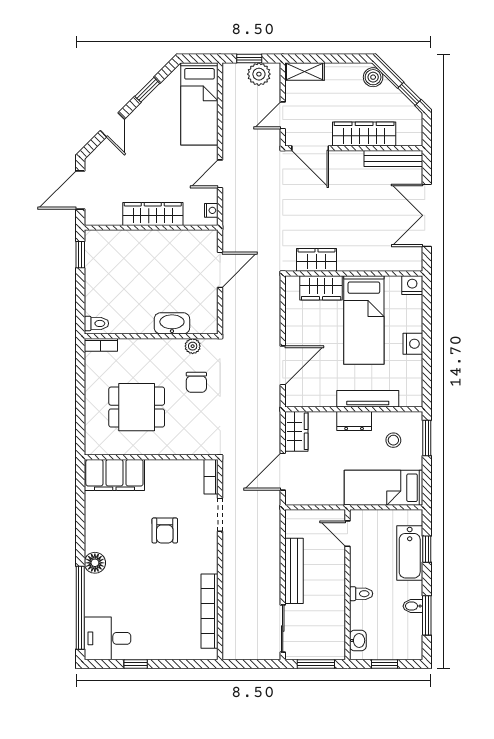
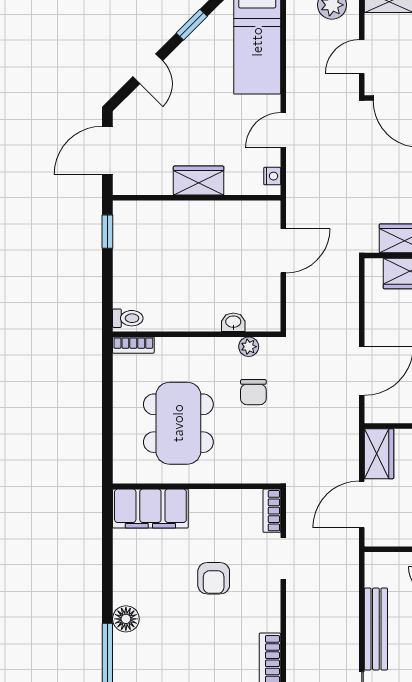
wardrobe: (153, 214) -> (199, 181), width x0.67
washbasin: (172, 323) -> (233, 322), width x0.52, depth x0.69
dining table: (137, 407) -> (178, 423), width x1.38

